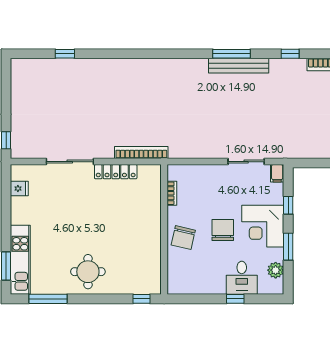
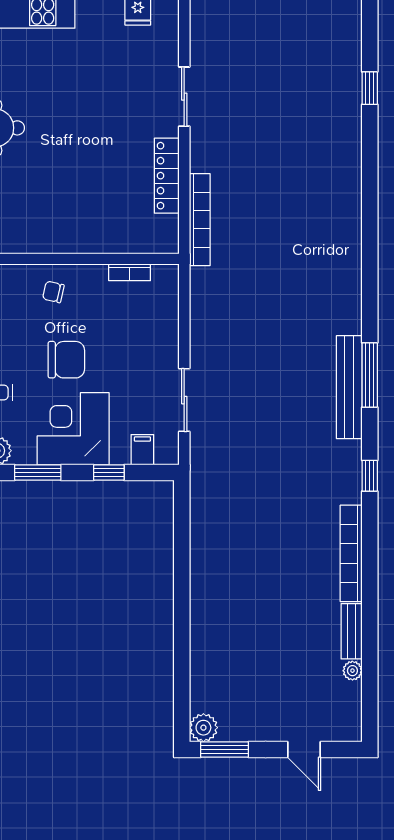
sliding door: (70, 162) -> (184, 97), width x0.73
filing cabinet: (277, 173) -> (142, 450), moved, turned 90
chair: (183, 238) -> (53, 292), width x0.54, depth x0.54

